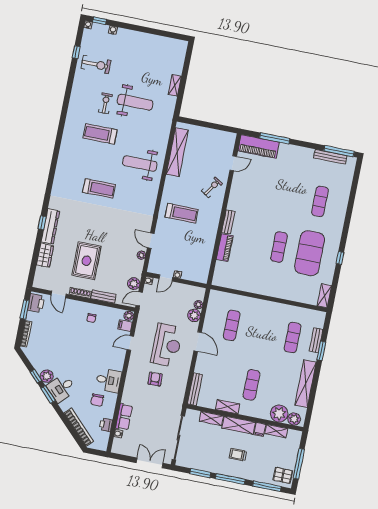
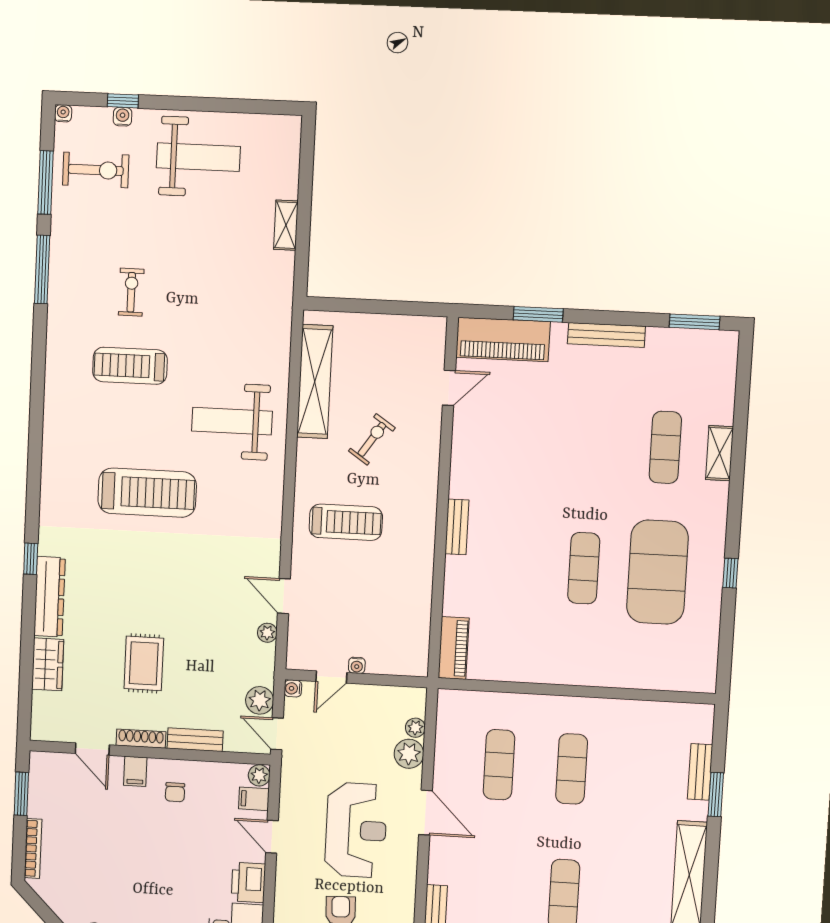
window: (100, 21) -> (123, 101), moved
window: (76, 52) -> (46, 183), width x2.17
exercise bike: (96, 64) -> (96, 170), moved
window: (69, 88) -> (42, 269), added
weight bench: (135, 102) -> (198, 157), moved
window: (275, 138) -> (538, 314), width x0.69
window: (339, 151) -> (695, 322), width x0.69
bench: (330, 157) -> (606, 335), moved
exercise bike: (212, 187) -> (372, 439), moved
treadmill: (99, 188) -> (147, 493), width x1.37, depth x1.38
window: (42, 223) -> (31, 559), moved
piano: (225, 248) -> (454, 648), moved
rug: (86, 261) -> (144, 663), width x0.73, depth x0.70
shelving: (324, 296) -> (720, 453), moved
door: (139, 299) -> (277, 734), hinge flipped
printer: (36, 303) -> (248, 882), moved, turned 180
filing cabinet: (76, 307) -> (135, 771), added
exercise mat: (293, 338) -> (572, 769), moved
door: (130, 343) -> (272, 837), hinge flipped

